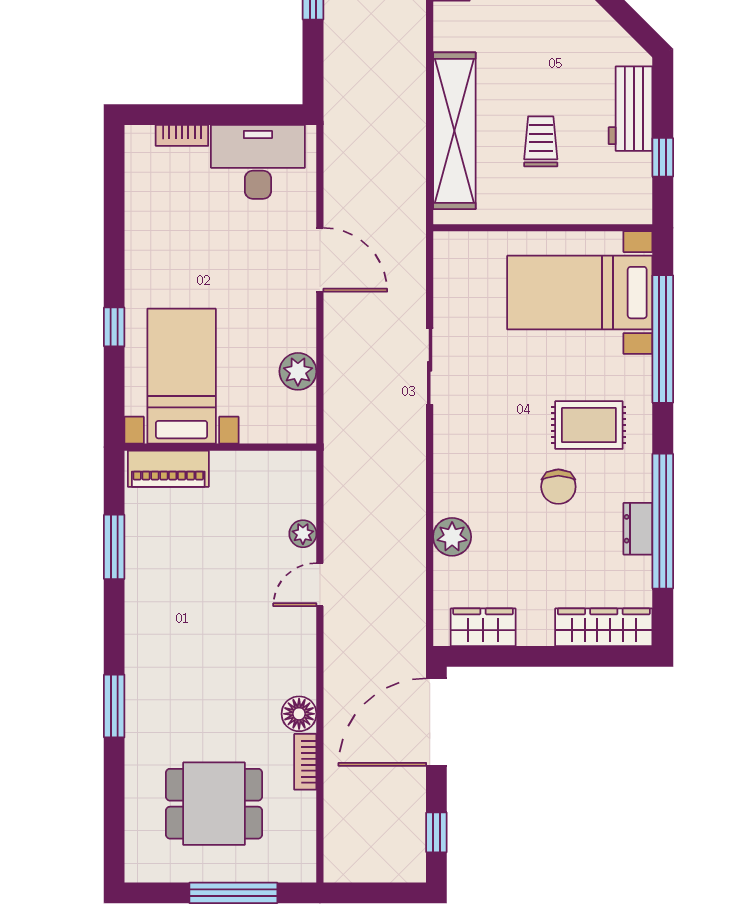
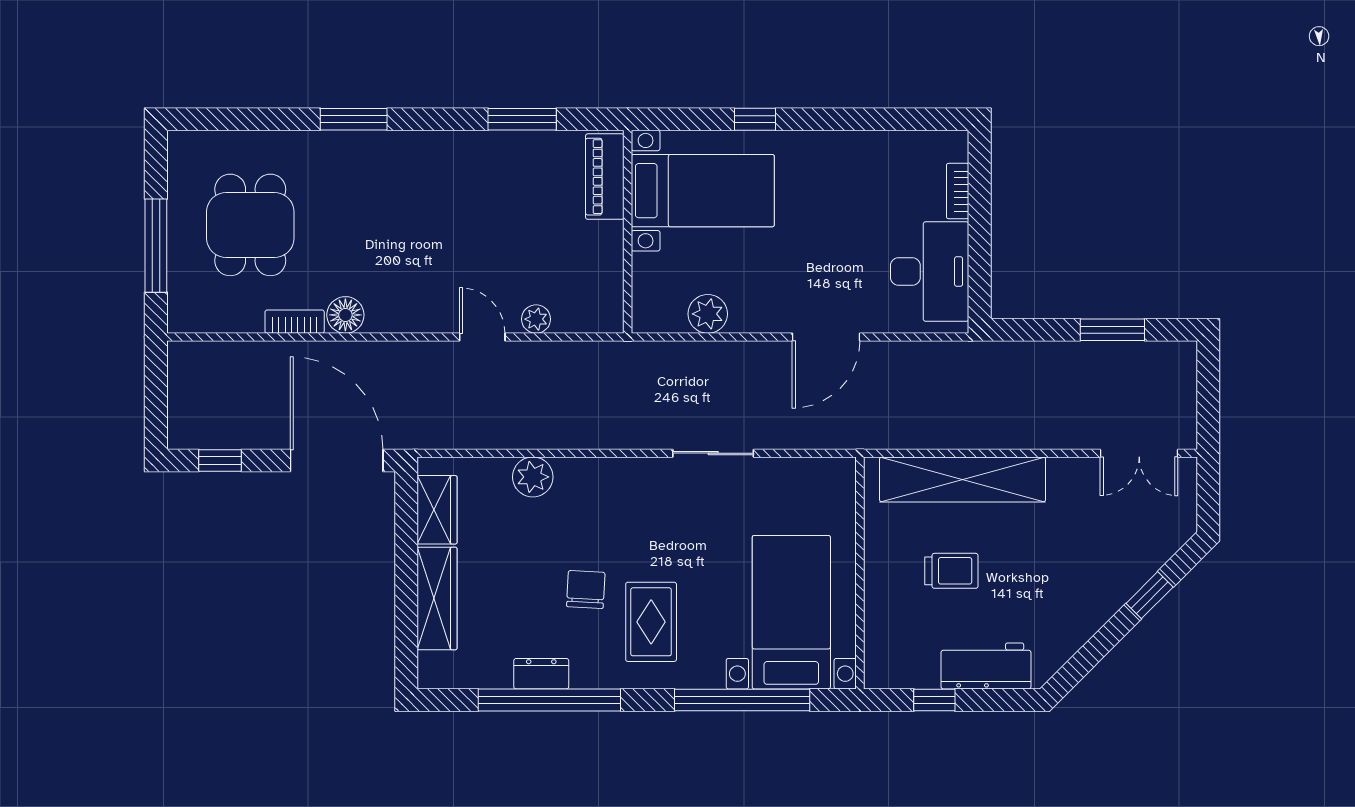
chair: (558, 487) -> (586, 590), turned 93
wardrobe: (604, 627) -> (437, 598), moved

